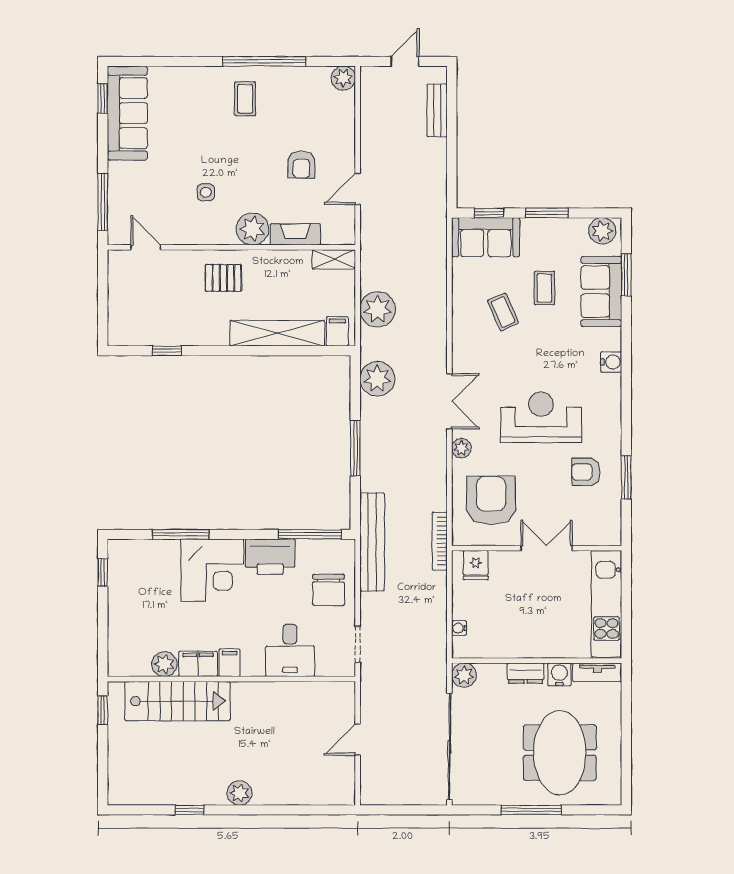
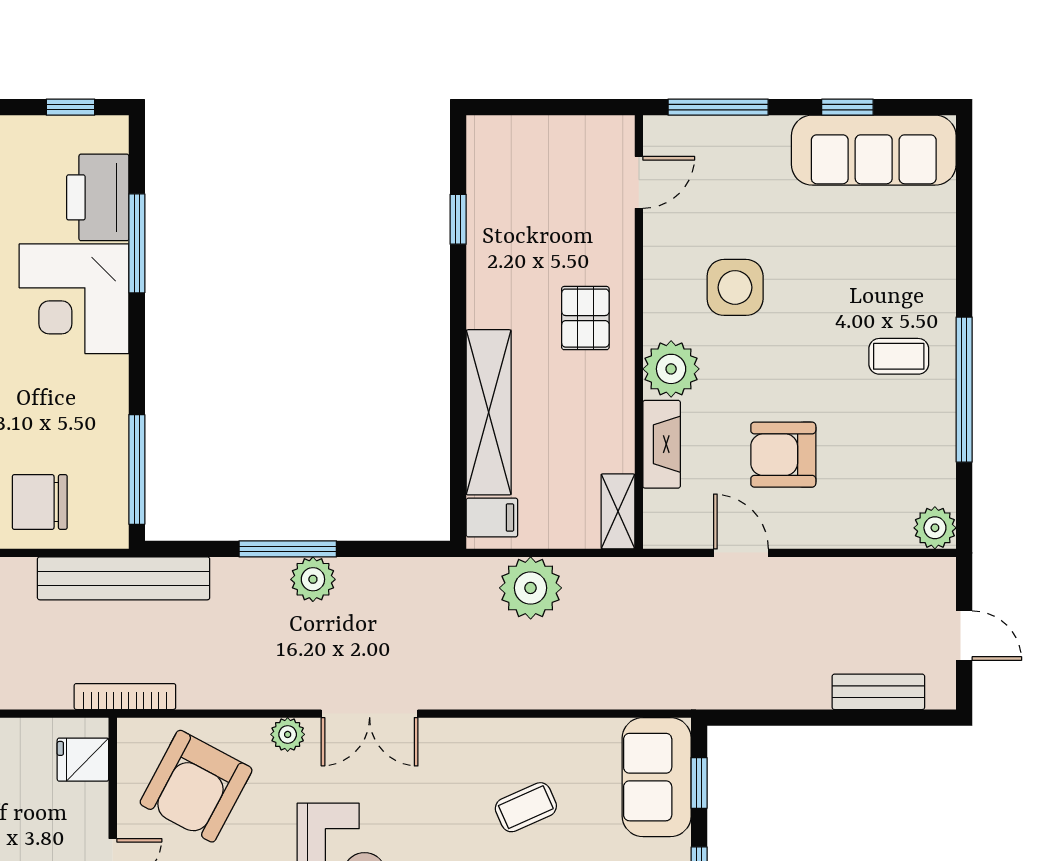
window: (103, 98) -> (847, 107), moved
armchair: (301, 165) -> (783, 455), width x1.38, depth x1.38
side table: (206, 192) -> (735, 287), width x1.87, depth x1.87
plant: (377, 379) -> (313, 579), moved, width x0.73, depth x0.73
armchair: (491, 501) -> (196, 786), turned 118
printer: (270, 557) -> (98, 197), moved

